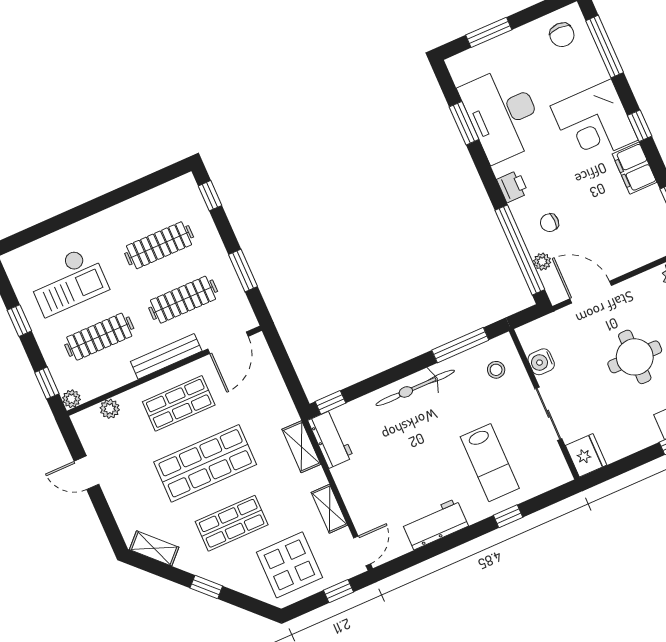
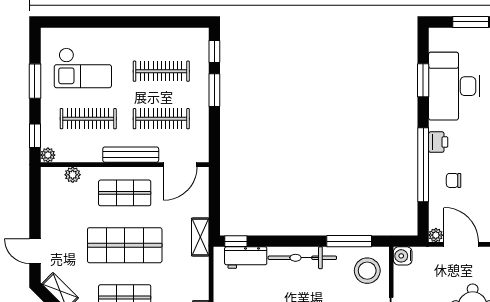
window: (520, 250) -> (423, 165), moved
plant: (542, 262) -> (436, 235), moved
window: (243, 270) -> (214, 90), moved
window: (19, 321) -> (35, 81), width x1.50
water cooler: (541, 362) -> (403, 256), moved
stool: (496, 370) -> (367, 271), width x1.89, depth x1.89
workbench: (331, 439) -> (246, 258), moved, turned 90
shelving: (301, 447) -> (200, 237), moved
door: (86, 473) -> (35, 251), moved

